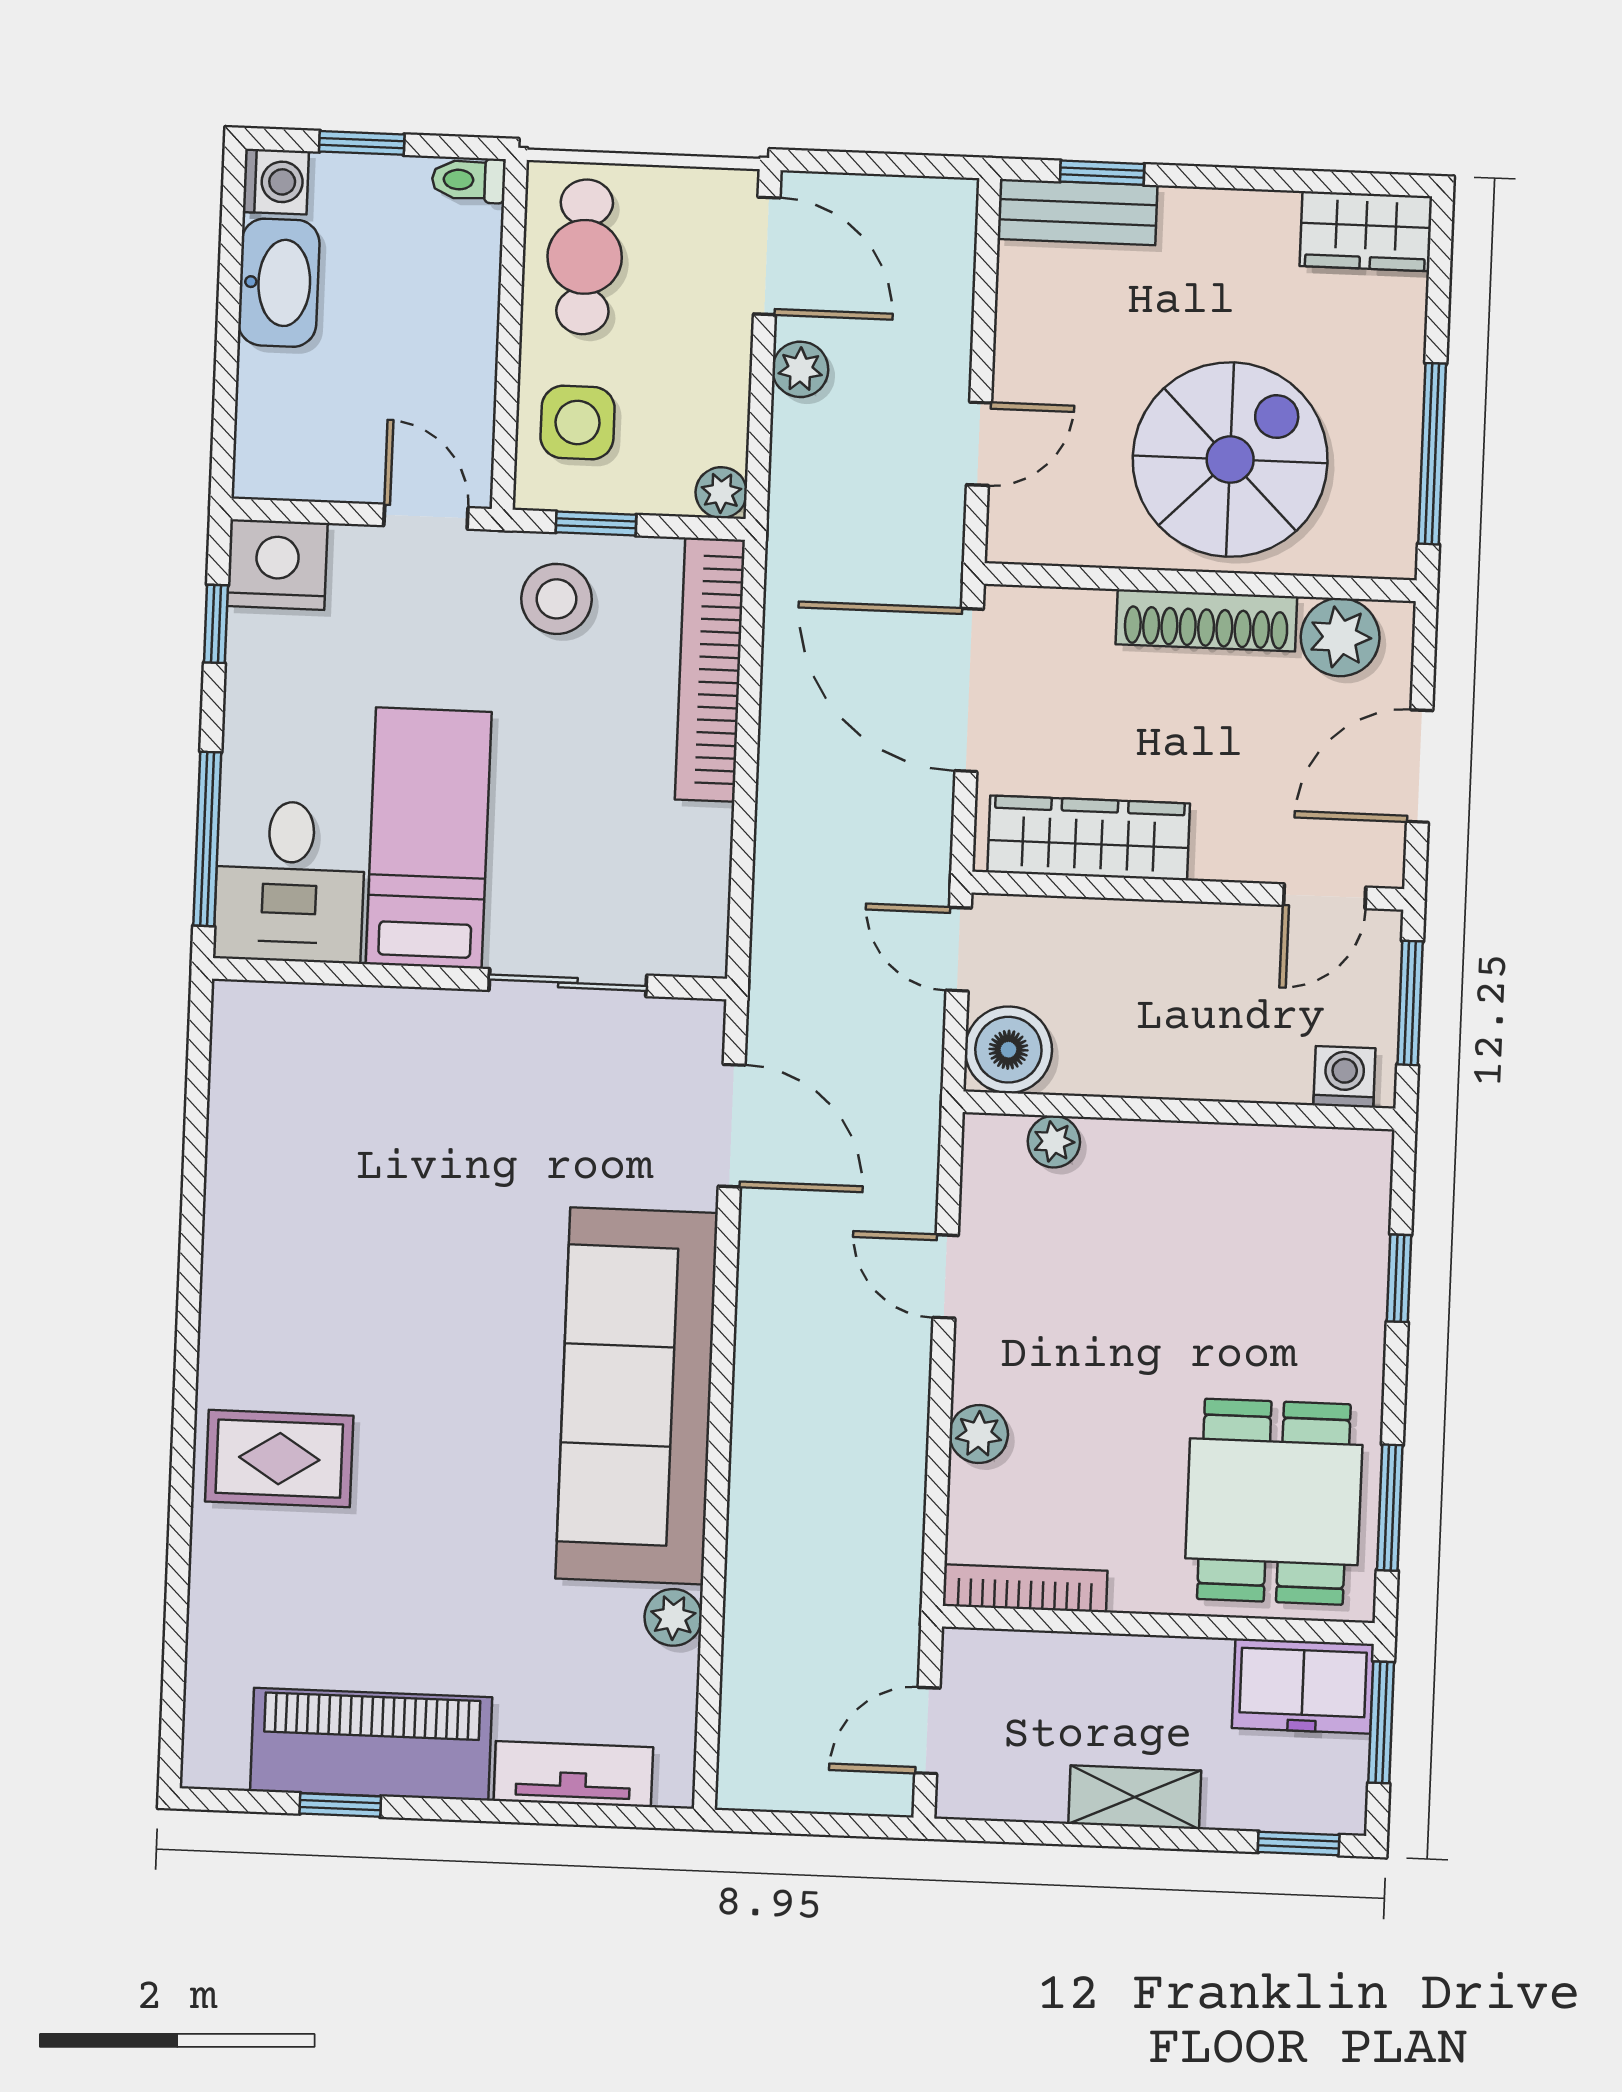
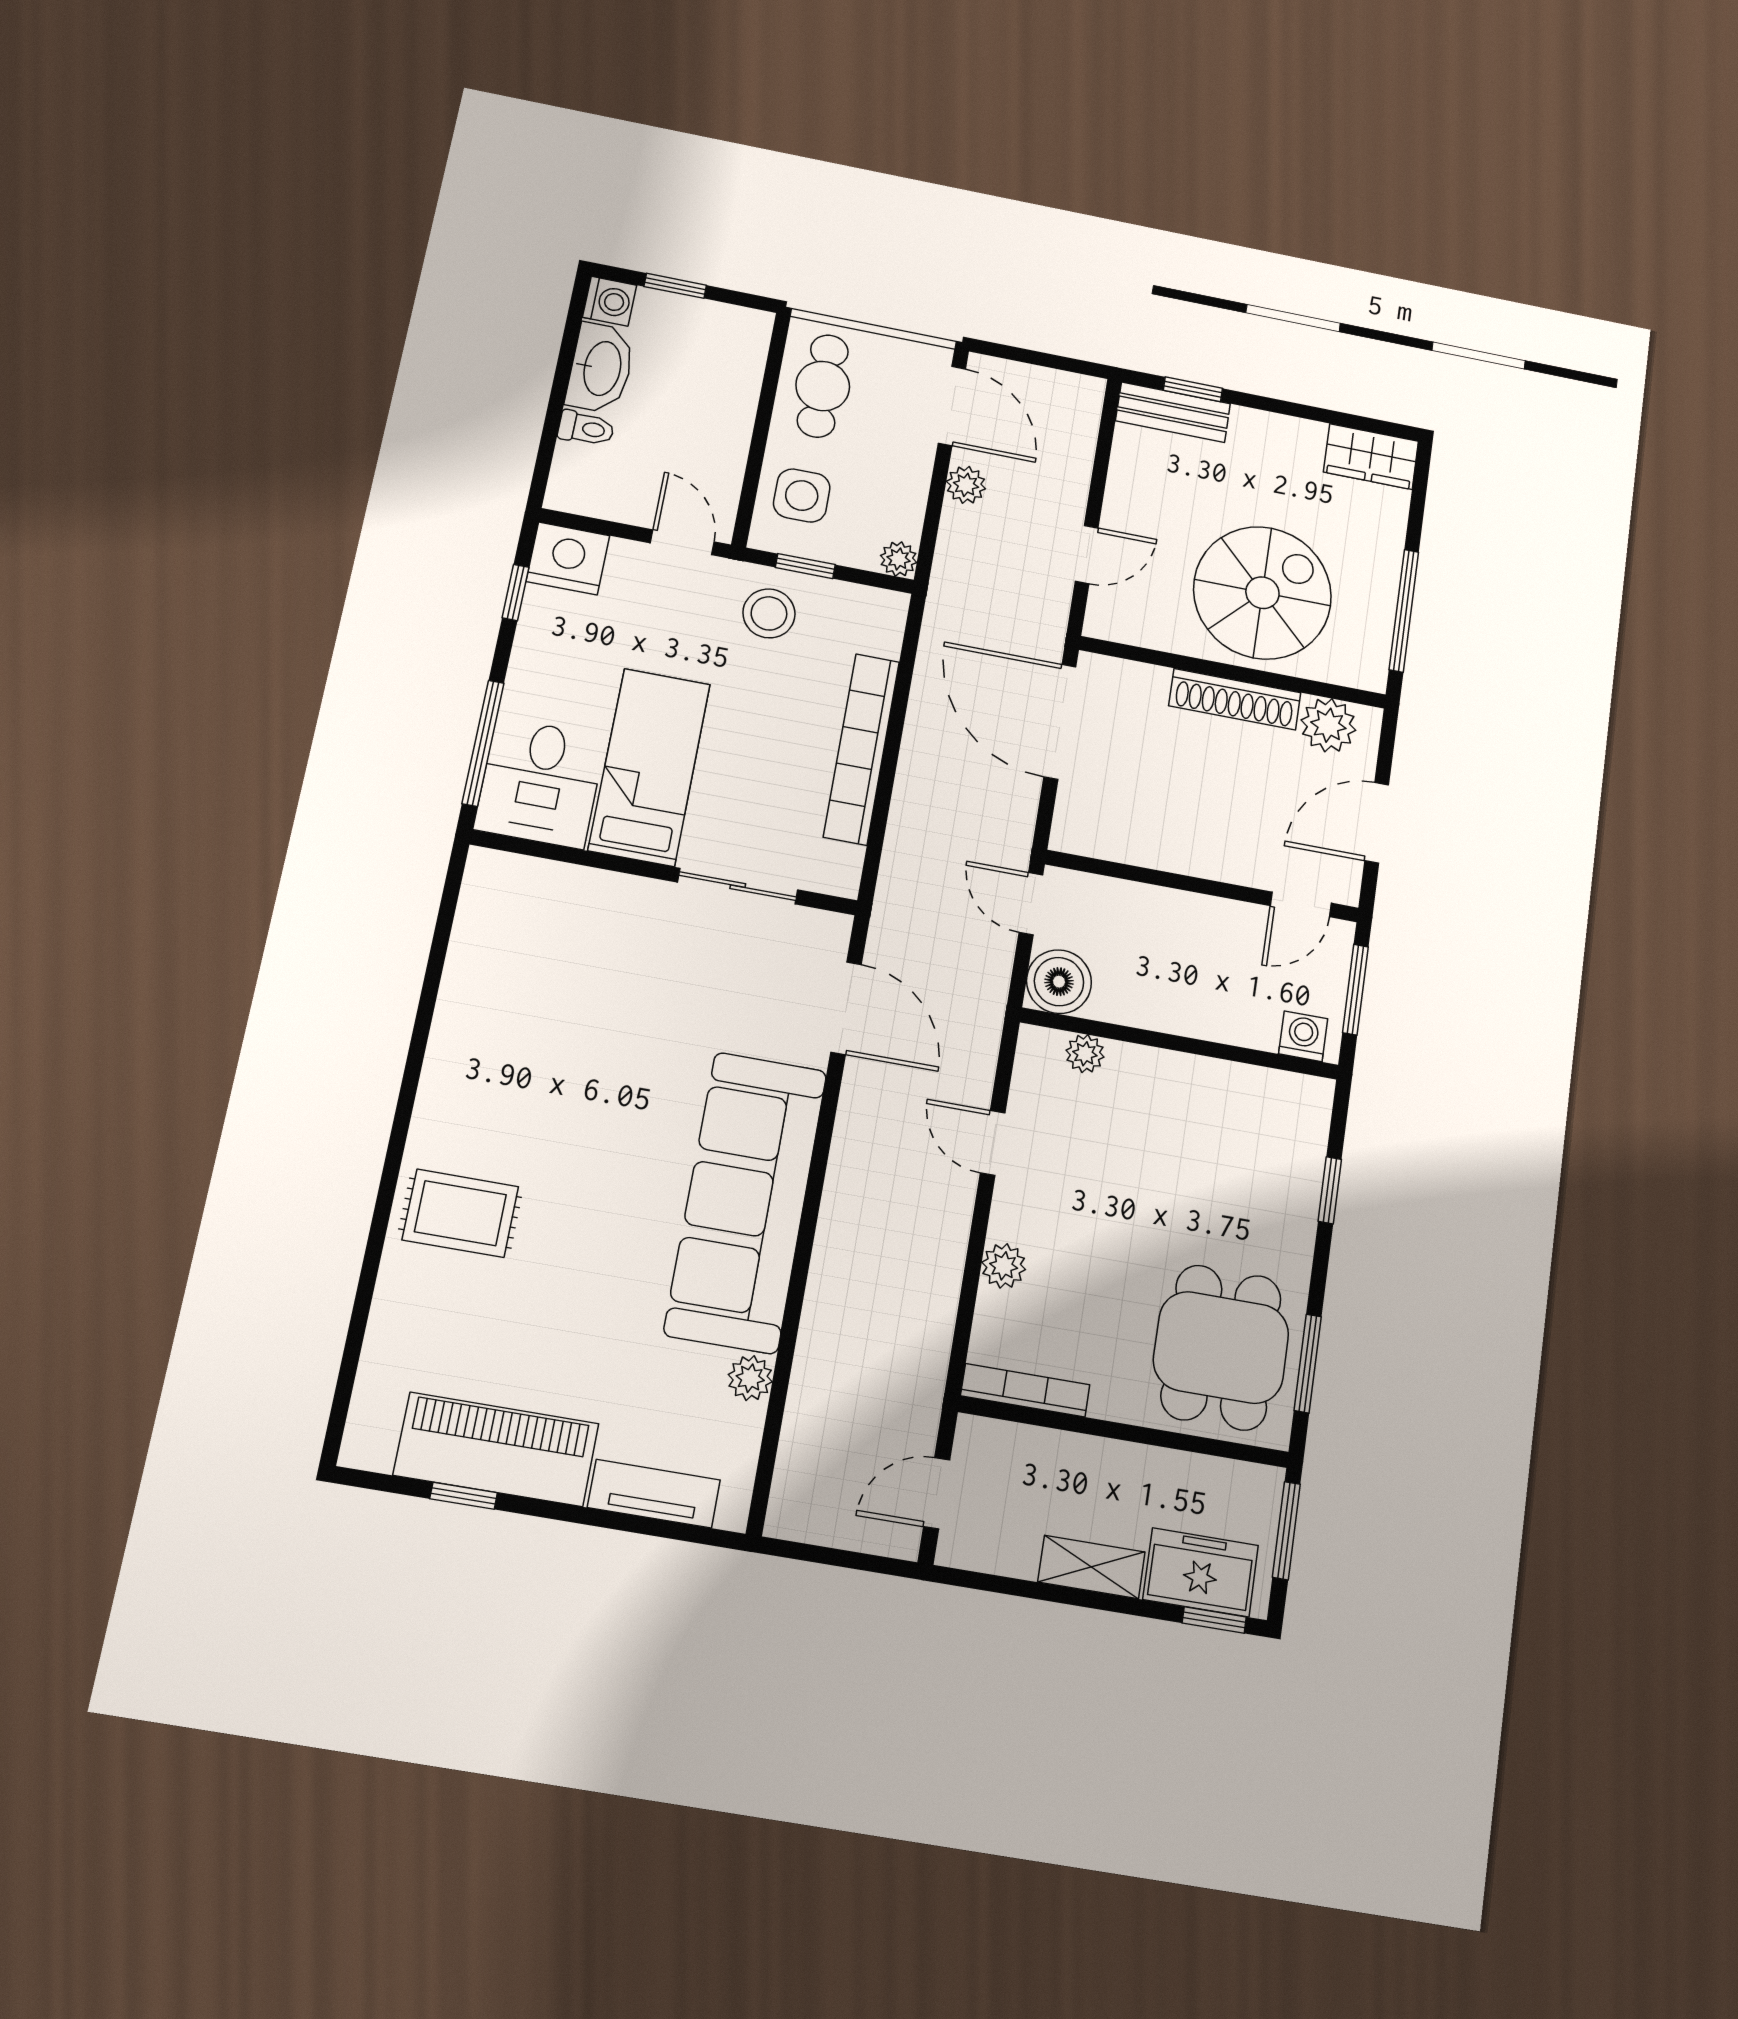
toilet: (469, 180) -> (586, 428), moved, turned 180
bookcase: (710, 670) -> (861, 749), moved
wardrobe: (1089, 838) -> (1135, 838), removed
freezer: (1303, 1686) -> (1201, 1572), moved, turned 180

